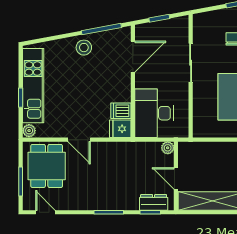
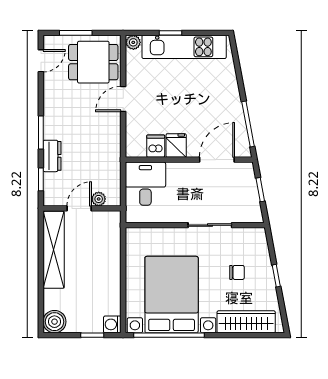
stool: (84, 48) -> (227, 104), removed
door: (133, 57) -> (217, 160), swing flipped
desk: (154, 113) -> (145, 184), width x0.73
fridge: (120, 129) -> (176, 146), moved
plant: (168, 148) -> (99, 199), moved
dresser: (154, 202) -> (52, 156), moved

